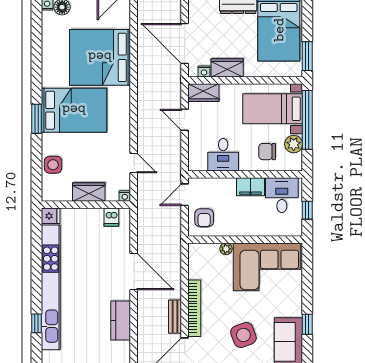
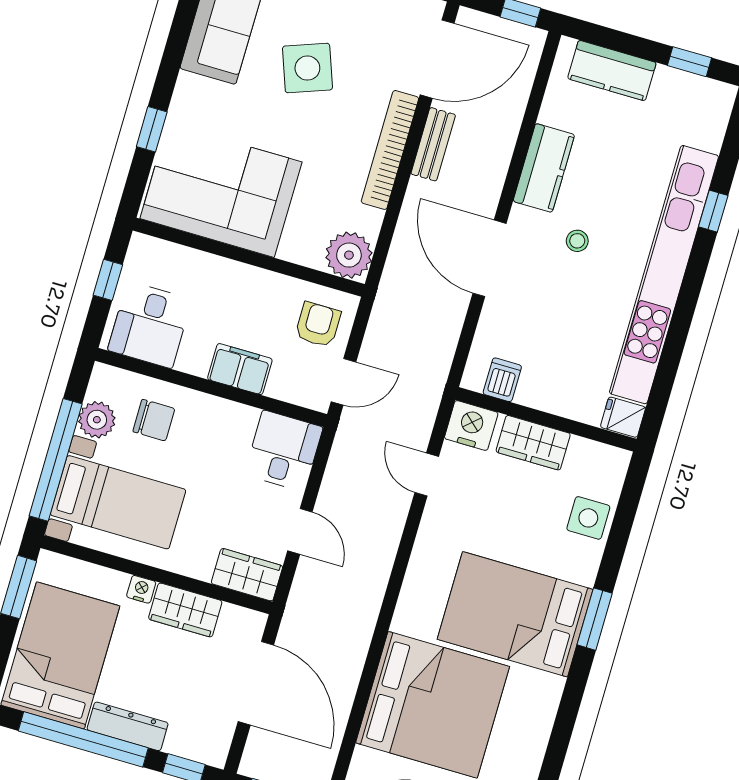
nightstand: (204, 72) -> (141, 589), moved
desk: (223, 155) -> (284, 451), moved
filing cabinet: (251, 187) -> (240, 369), moved
nightstand: (125, 196) -> (471, 425), width x1.89, depth x1.79
plant: (226, 249) -> (349, 255), moved, width x1.87, depth x1.87
stool: (95, 291) -> (577, 241), added
window: (307, 324) -> (152, 129), moved

